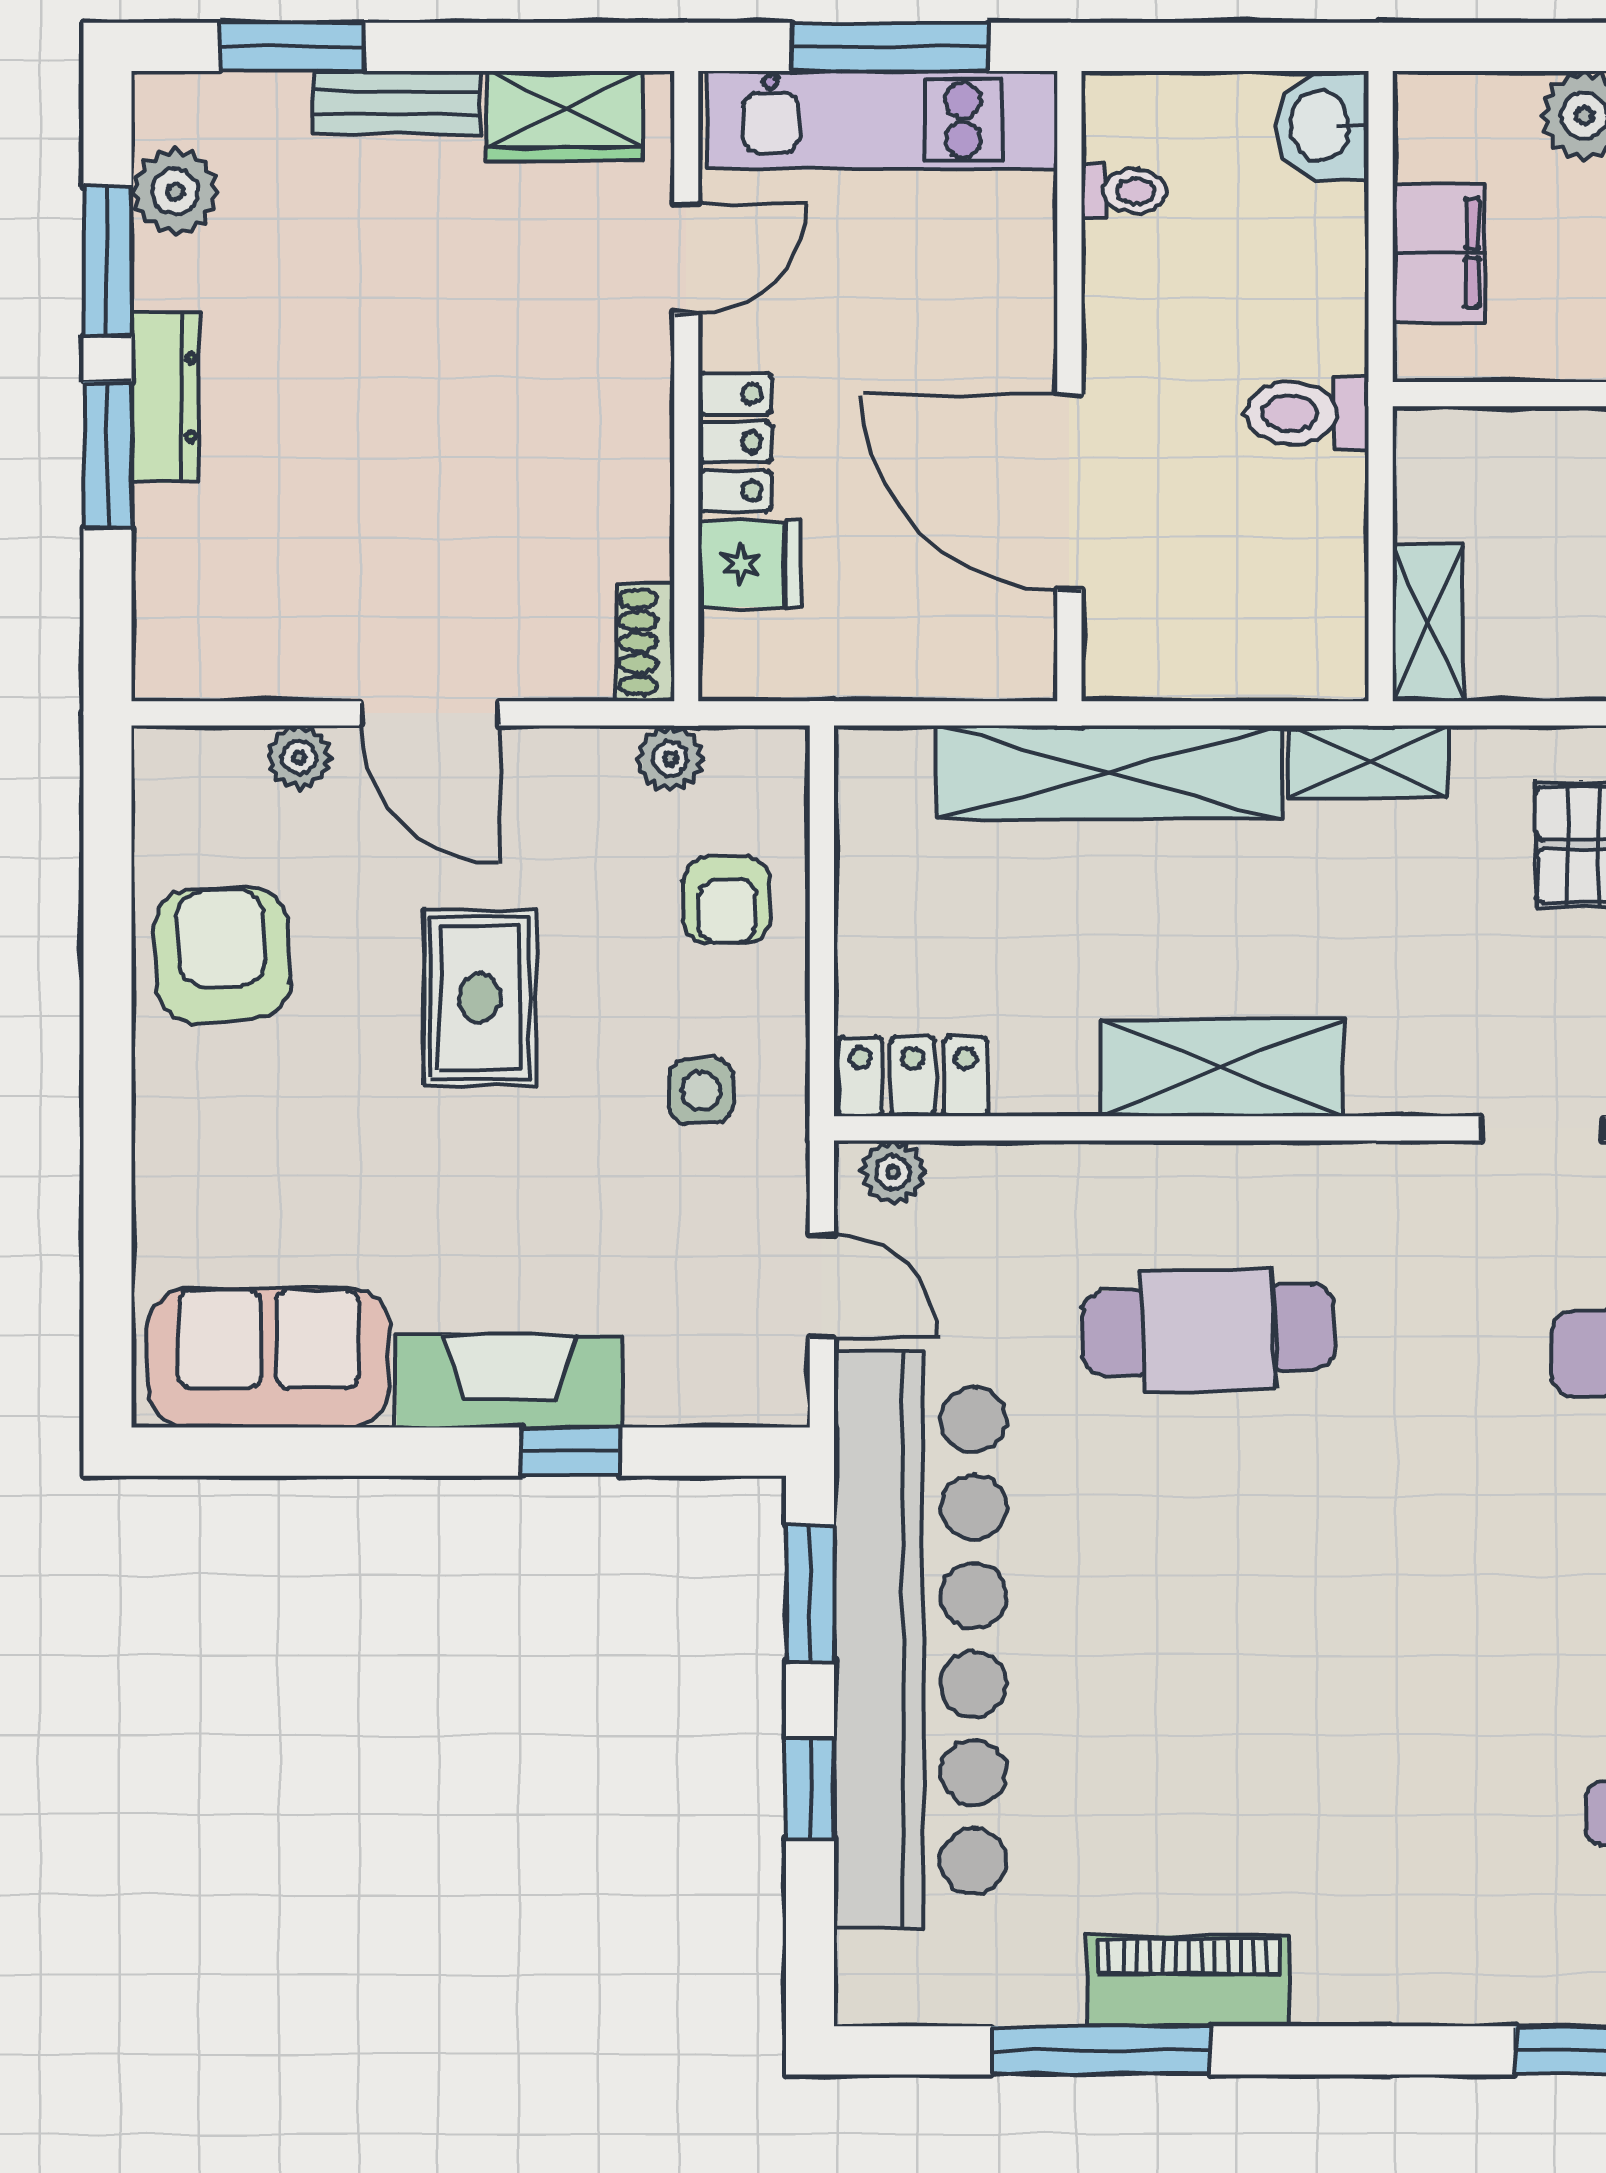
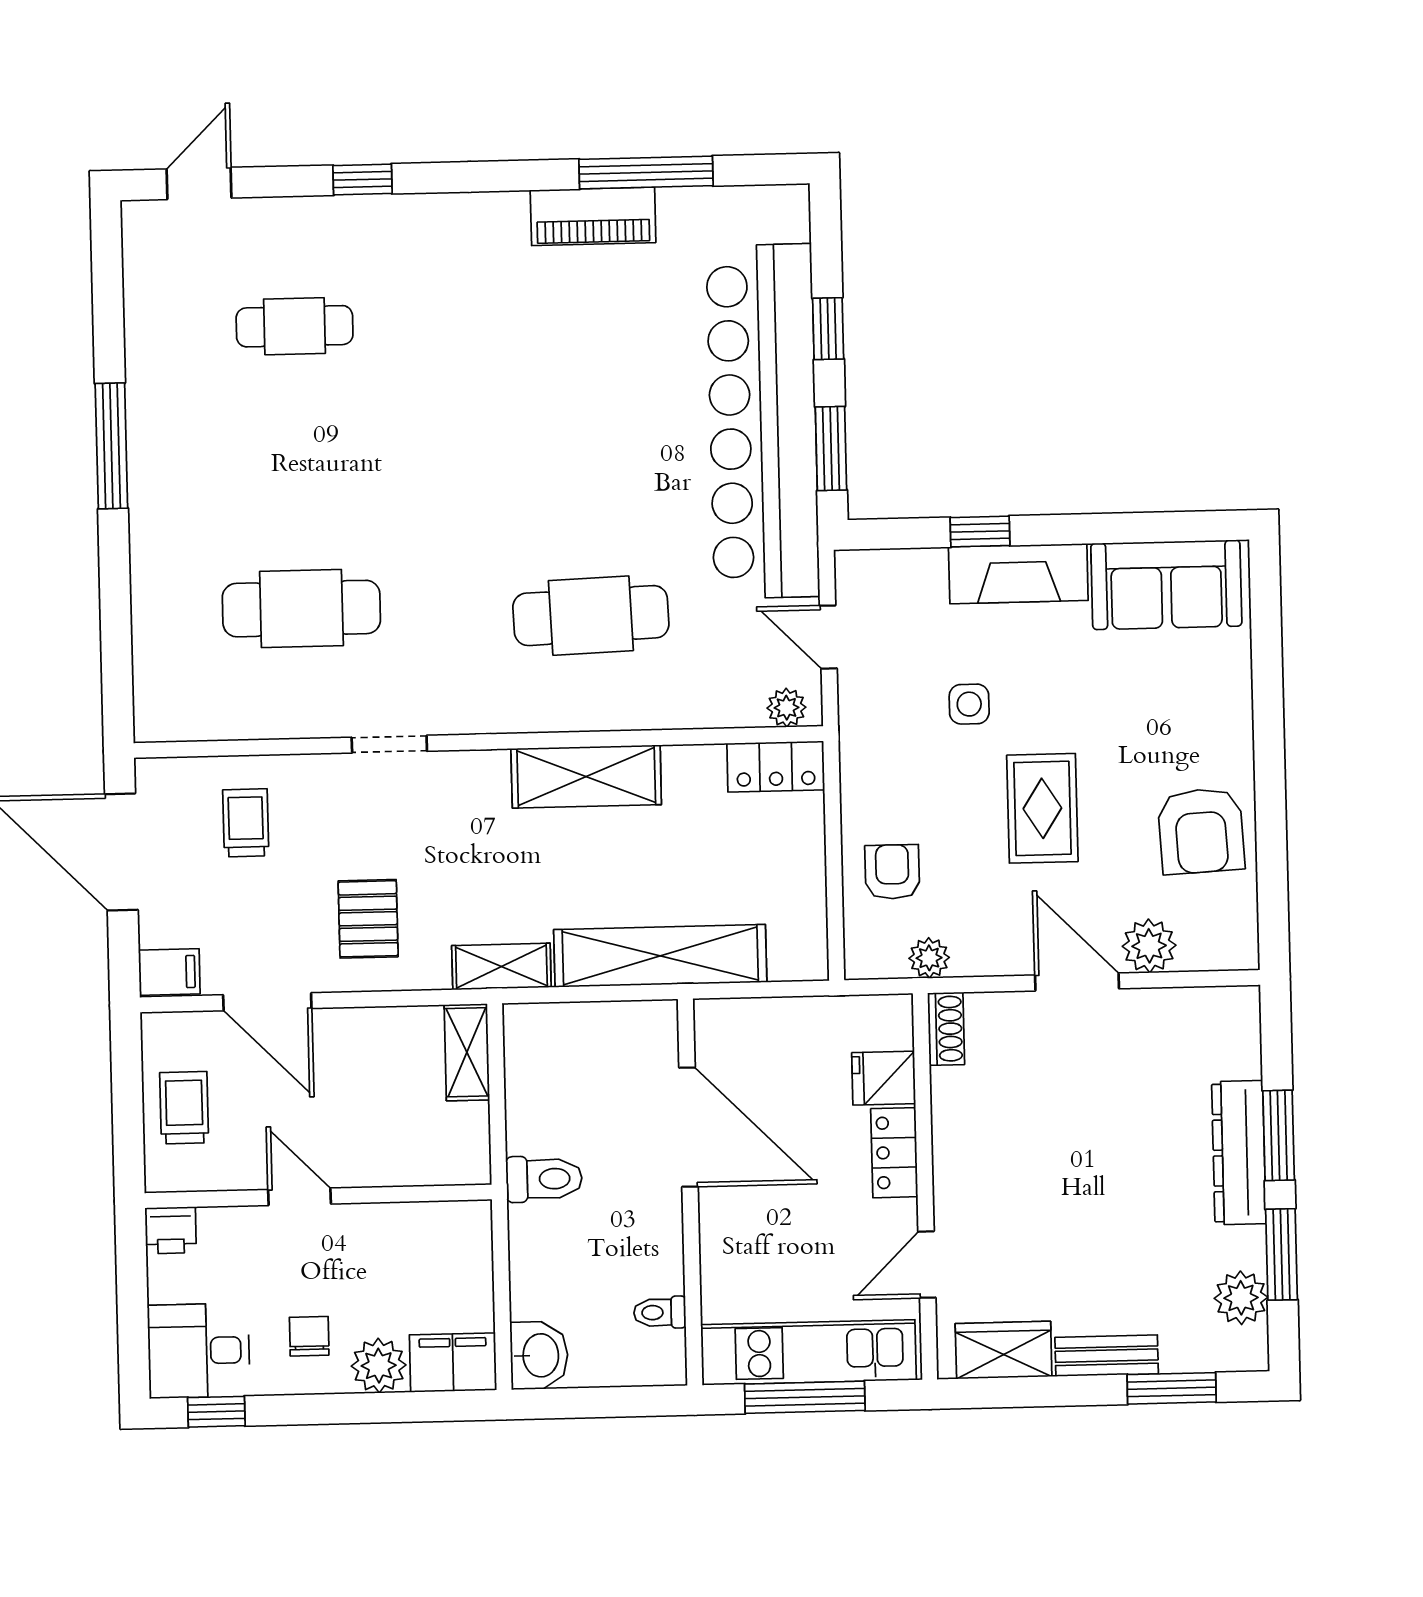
filing cabinet: (1439, 253) -> (453, 1362), moved, turned 90
dresser: (165, 397) -> (1239, 1153), width x1.37, depth x1.24
plant: (299, 757) -> (1149, 946), width x1.38, depth x1.38
side table: (701, 1091) -> (969, 704), moved

